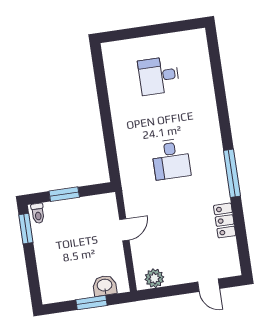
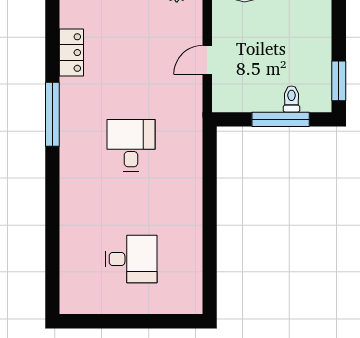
window: (64, 194) -> (281, 119), width x1.44
toilet: (38, 213) -> (291, 99), moved

